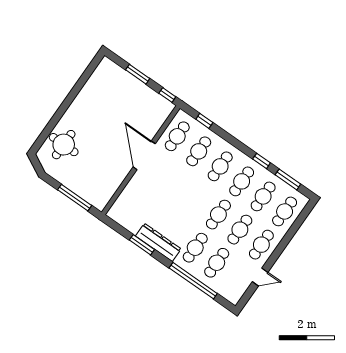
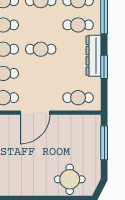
cafe table: (131, 203) -> (78, 98), added
cafe table: (218, 215) -> (41, 49), moved

